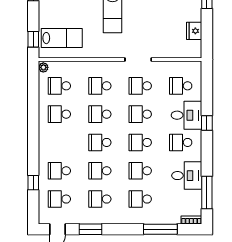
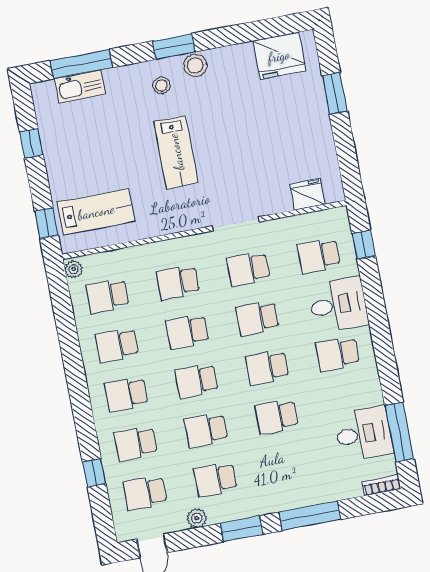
fridge: (194, 31) -> (307, 194), moved, turned 90
window: (207, 123) -> (364, 245), moved
desk: (187, 176) -> (363, 434), moved
school desk: (140, 199) -> (126, 394), moved
plant: (85, 219) -> (197, 518), added
window: (91, 229) -> (242, 529), moved
window: (160, 229) -> (310, 516), moved

